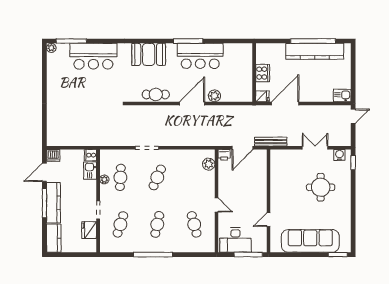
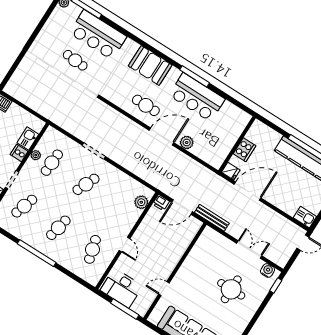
cafe table: (88, 87) -> (75, 60), added
cafe table: (156, 94) -> (146, 105), moved
cooker: (90, 155) -> (19, 153), moved

